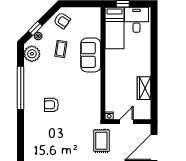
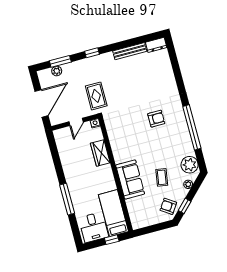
window: (35, 28) -> (185, 206), moved
window: (154, 52) -> (67, 199), added
wardrobe: (144, 88) -> (100, 153), moved, turned 180

